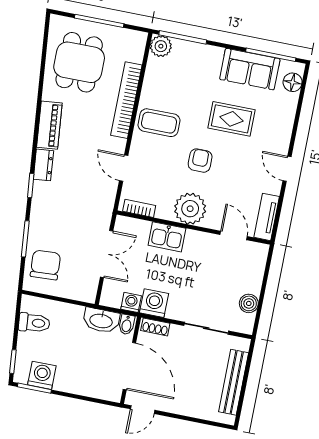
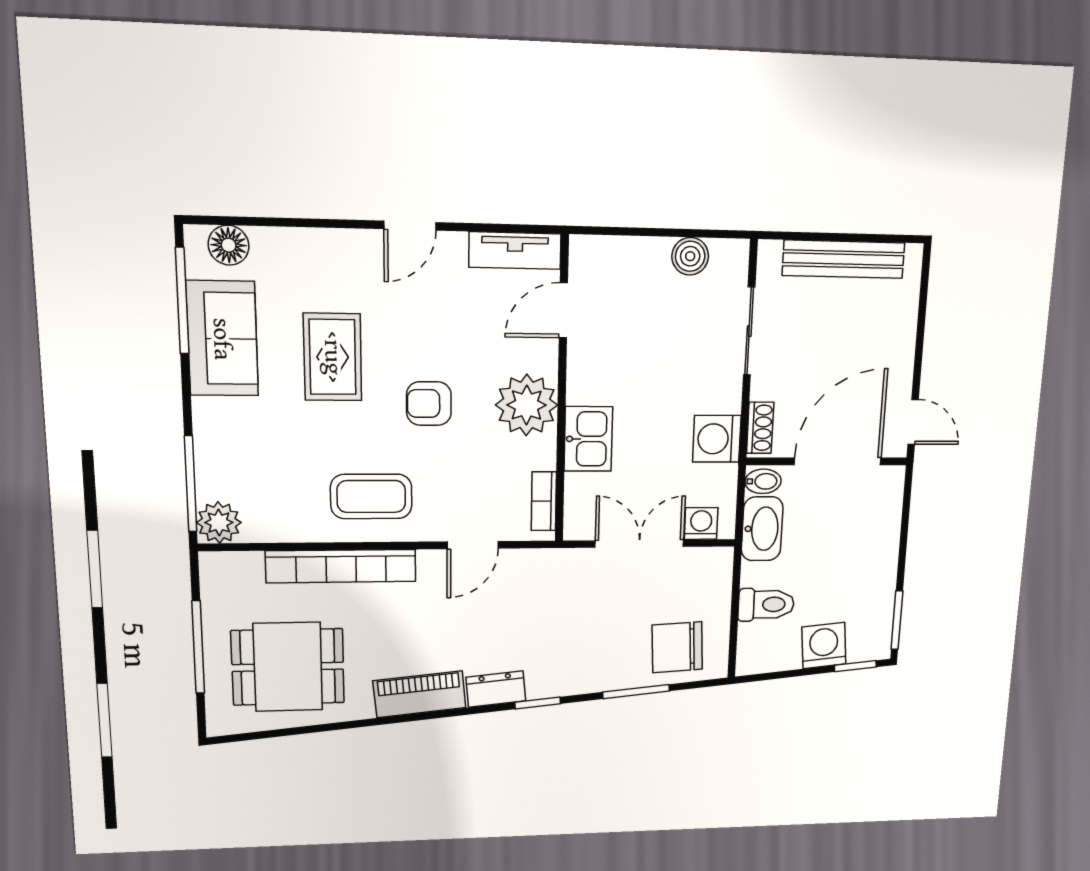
coffee table: (159, 123) -> (371, 496), turned 90
washing machine: (131, 302) -> (701, 523), moved, turned 90
toilet: (34, 323) -> (766, 605), moved, turned 95
washing machine: (42, 375) -> (824, 646), moved, turned 85

